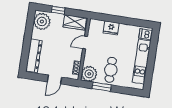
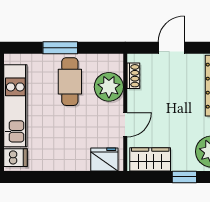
fridge: (111, 28) -> (104, 159), moved
plant: (89, 74) -> (109, 87), moved
window: (102, 87) -> (60, 48), moved

